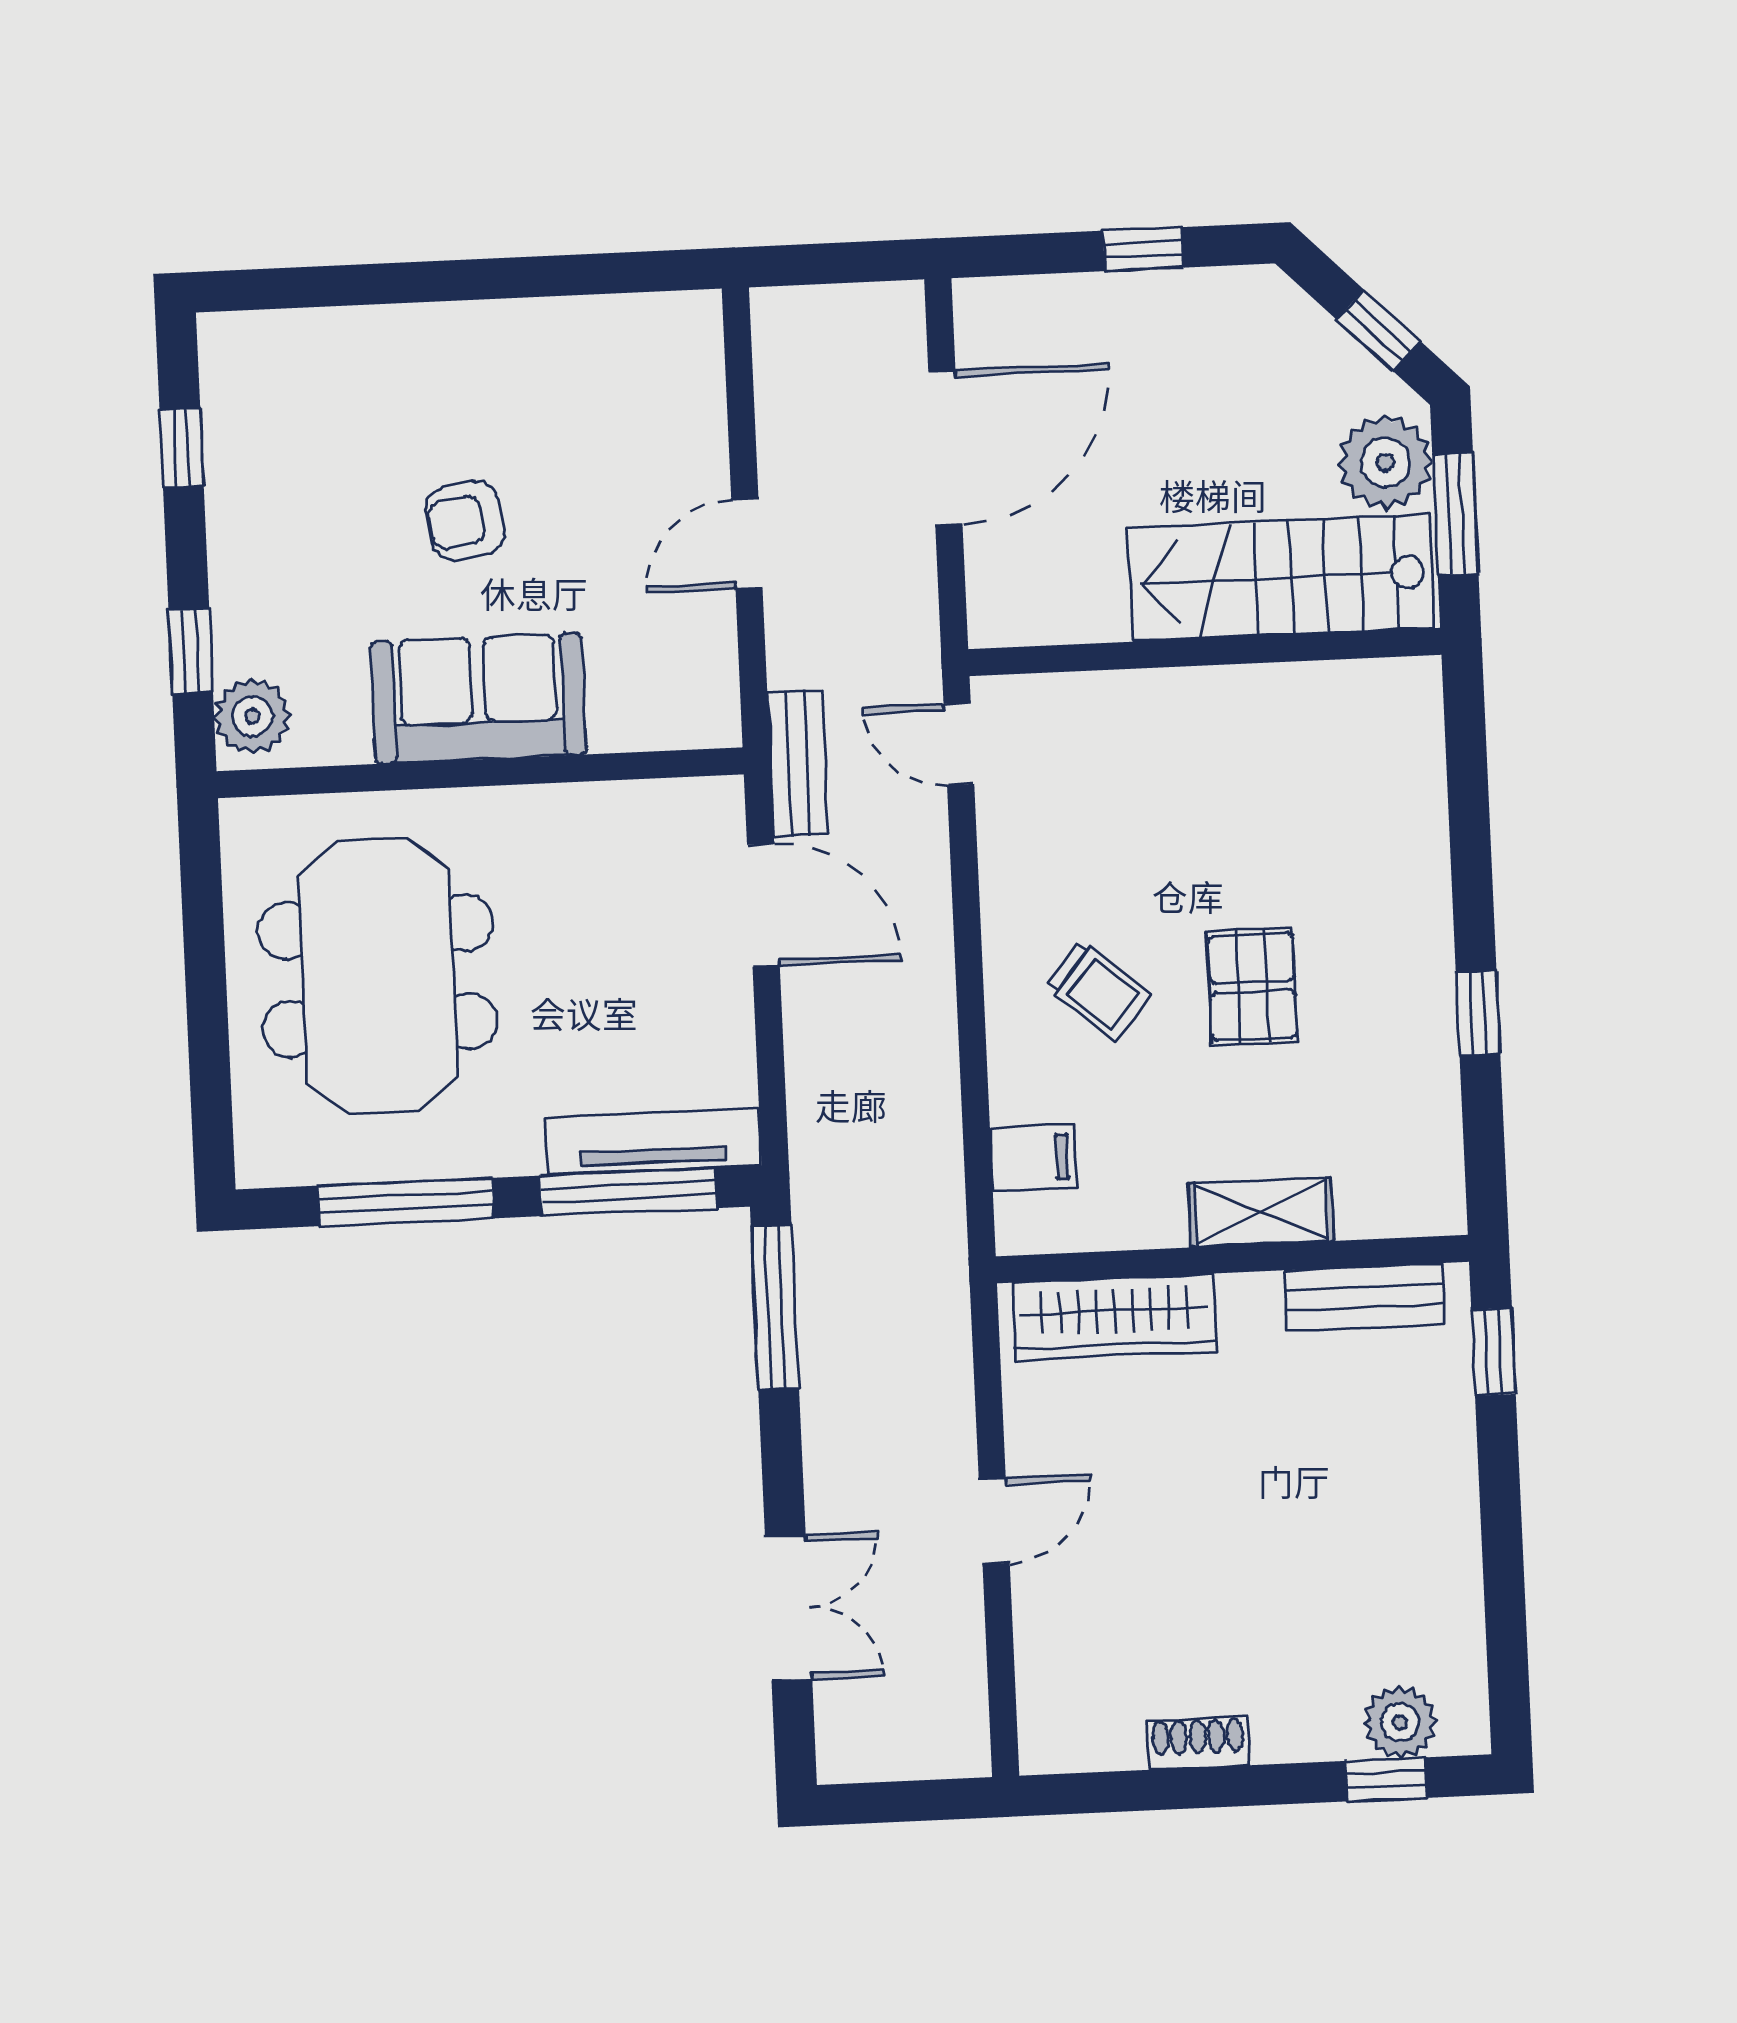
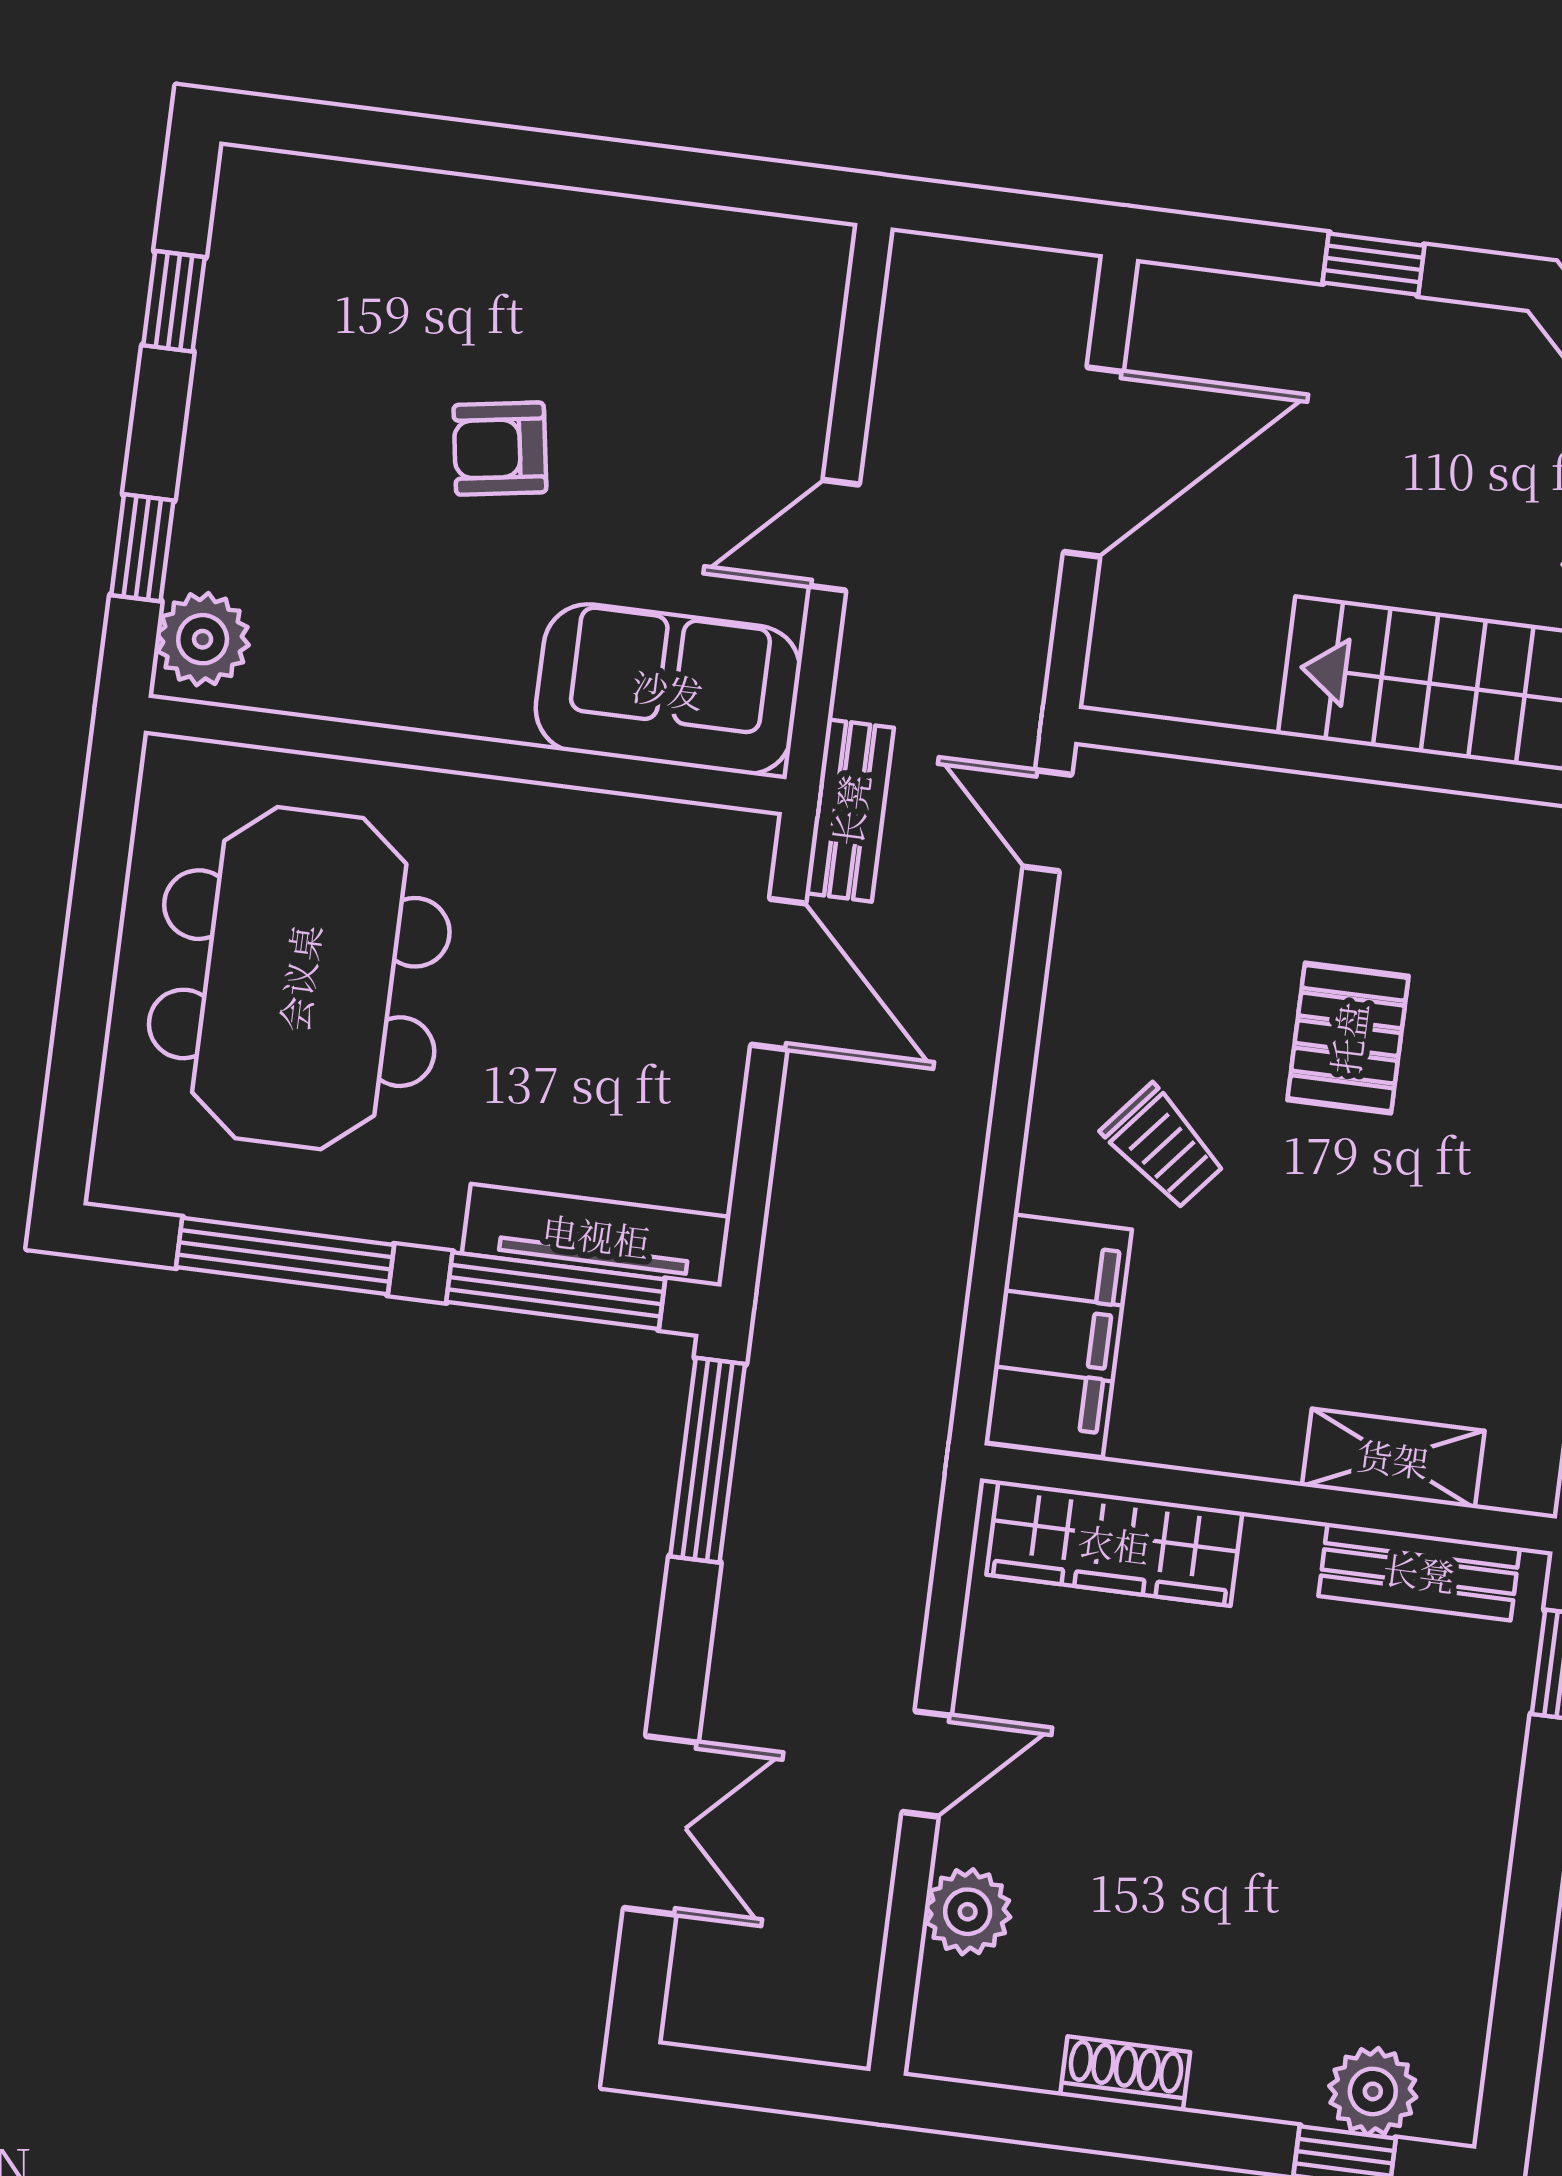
sofa: (478, 698) -> (668, 689), moved
pallet: (1252, 987) -> (1348, 1038), moved
filing cabinet: (1033, 1158) -> (1058, 1336), width x3.00, depth x1.17
shelving: (1261, 1212) -> (1393, 1458), moved
plant: (1048, 1635) -> (968, 1912), added

